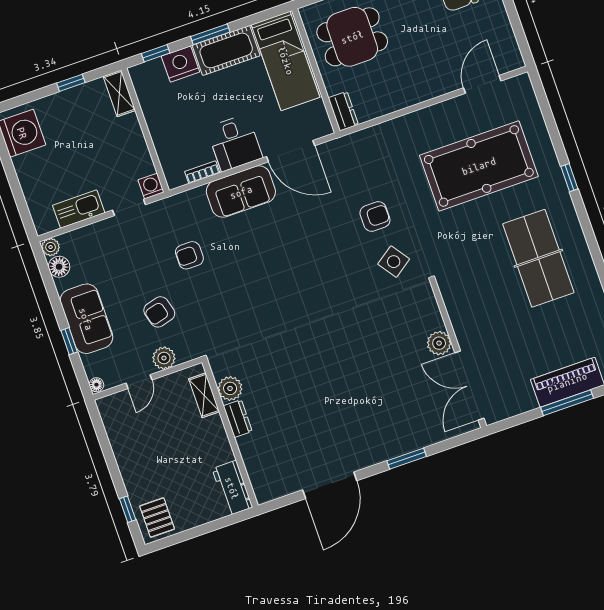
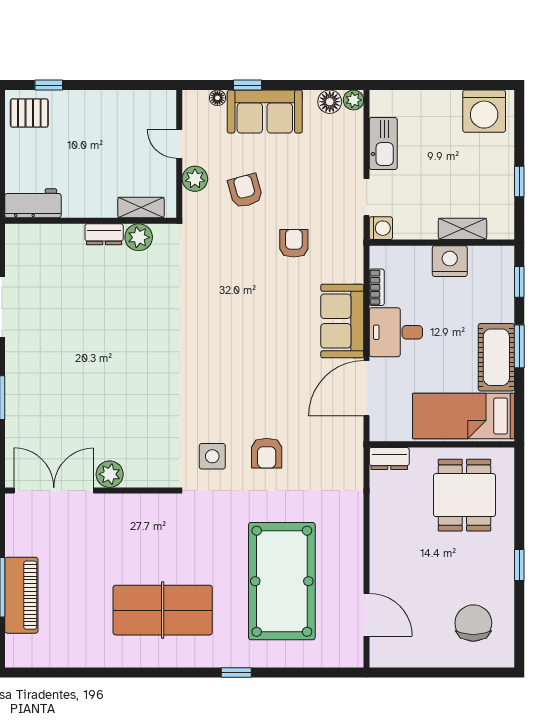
nightstand: (180, 64) -> (450, 261), moved, turned -90
shelving: (119, 93) -> (462, 229), moved
side table: (394, 262) -> (212, 456), turned 35
floor lamp: (96, 385) -> (217, 98), moved

